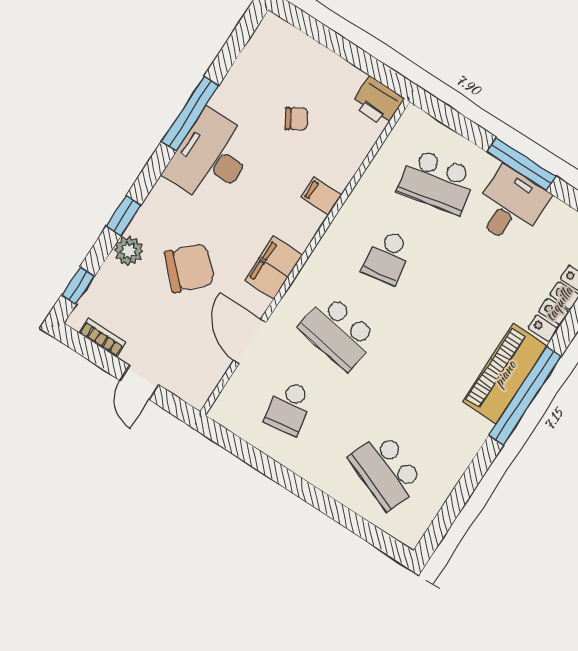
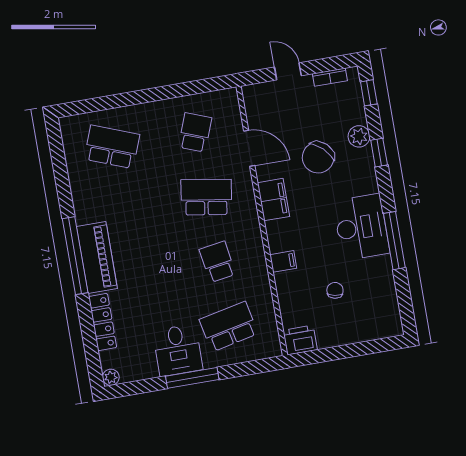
chair: (296, 119) -> (335, 290), turned 133
school desk: (289, 408) -> (195, 132), turned 30

